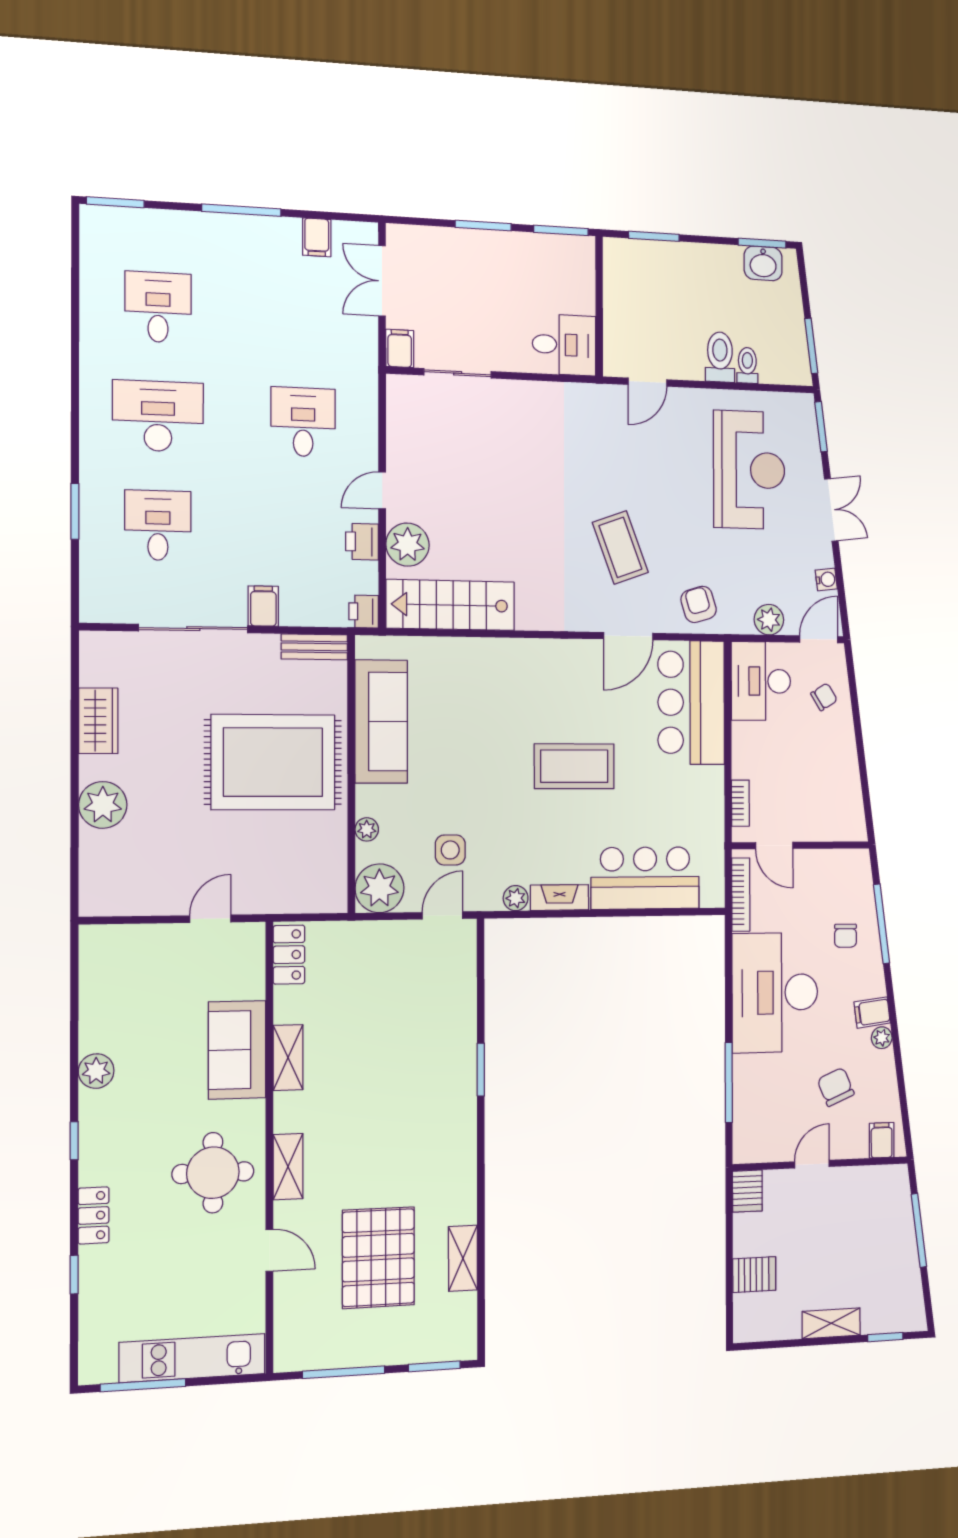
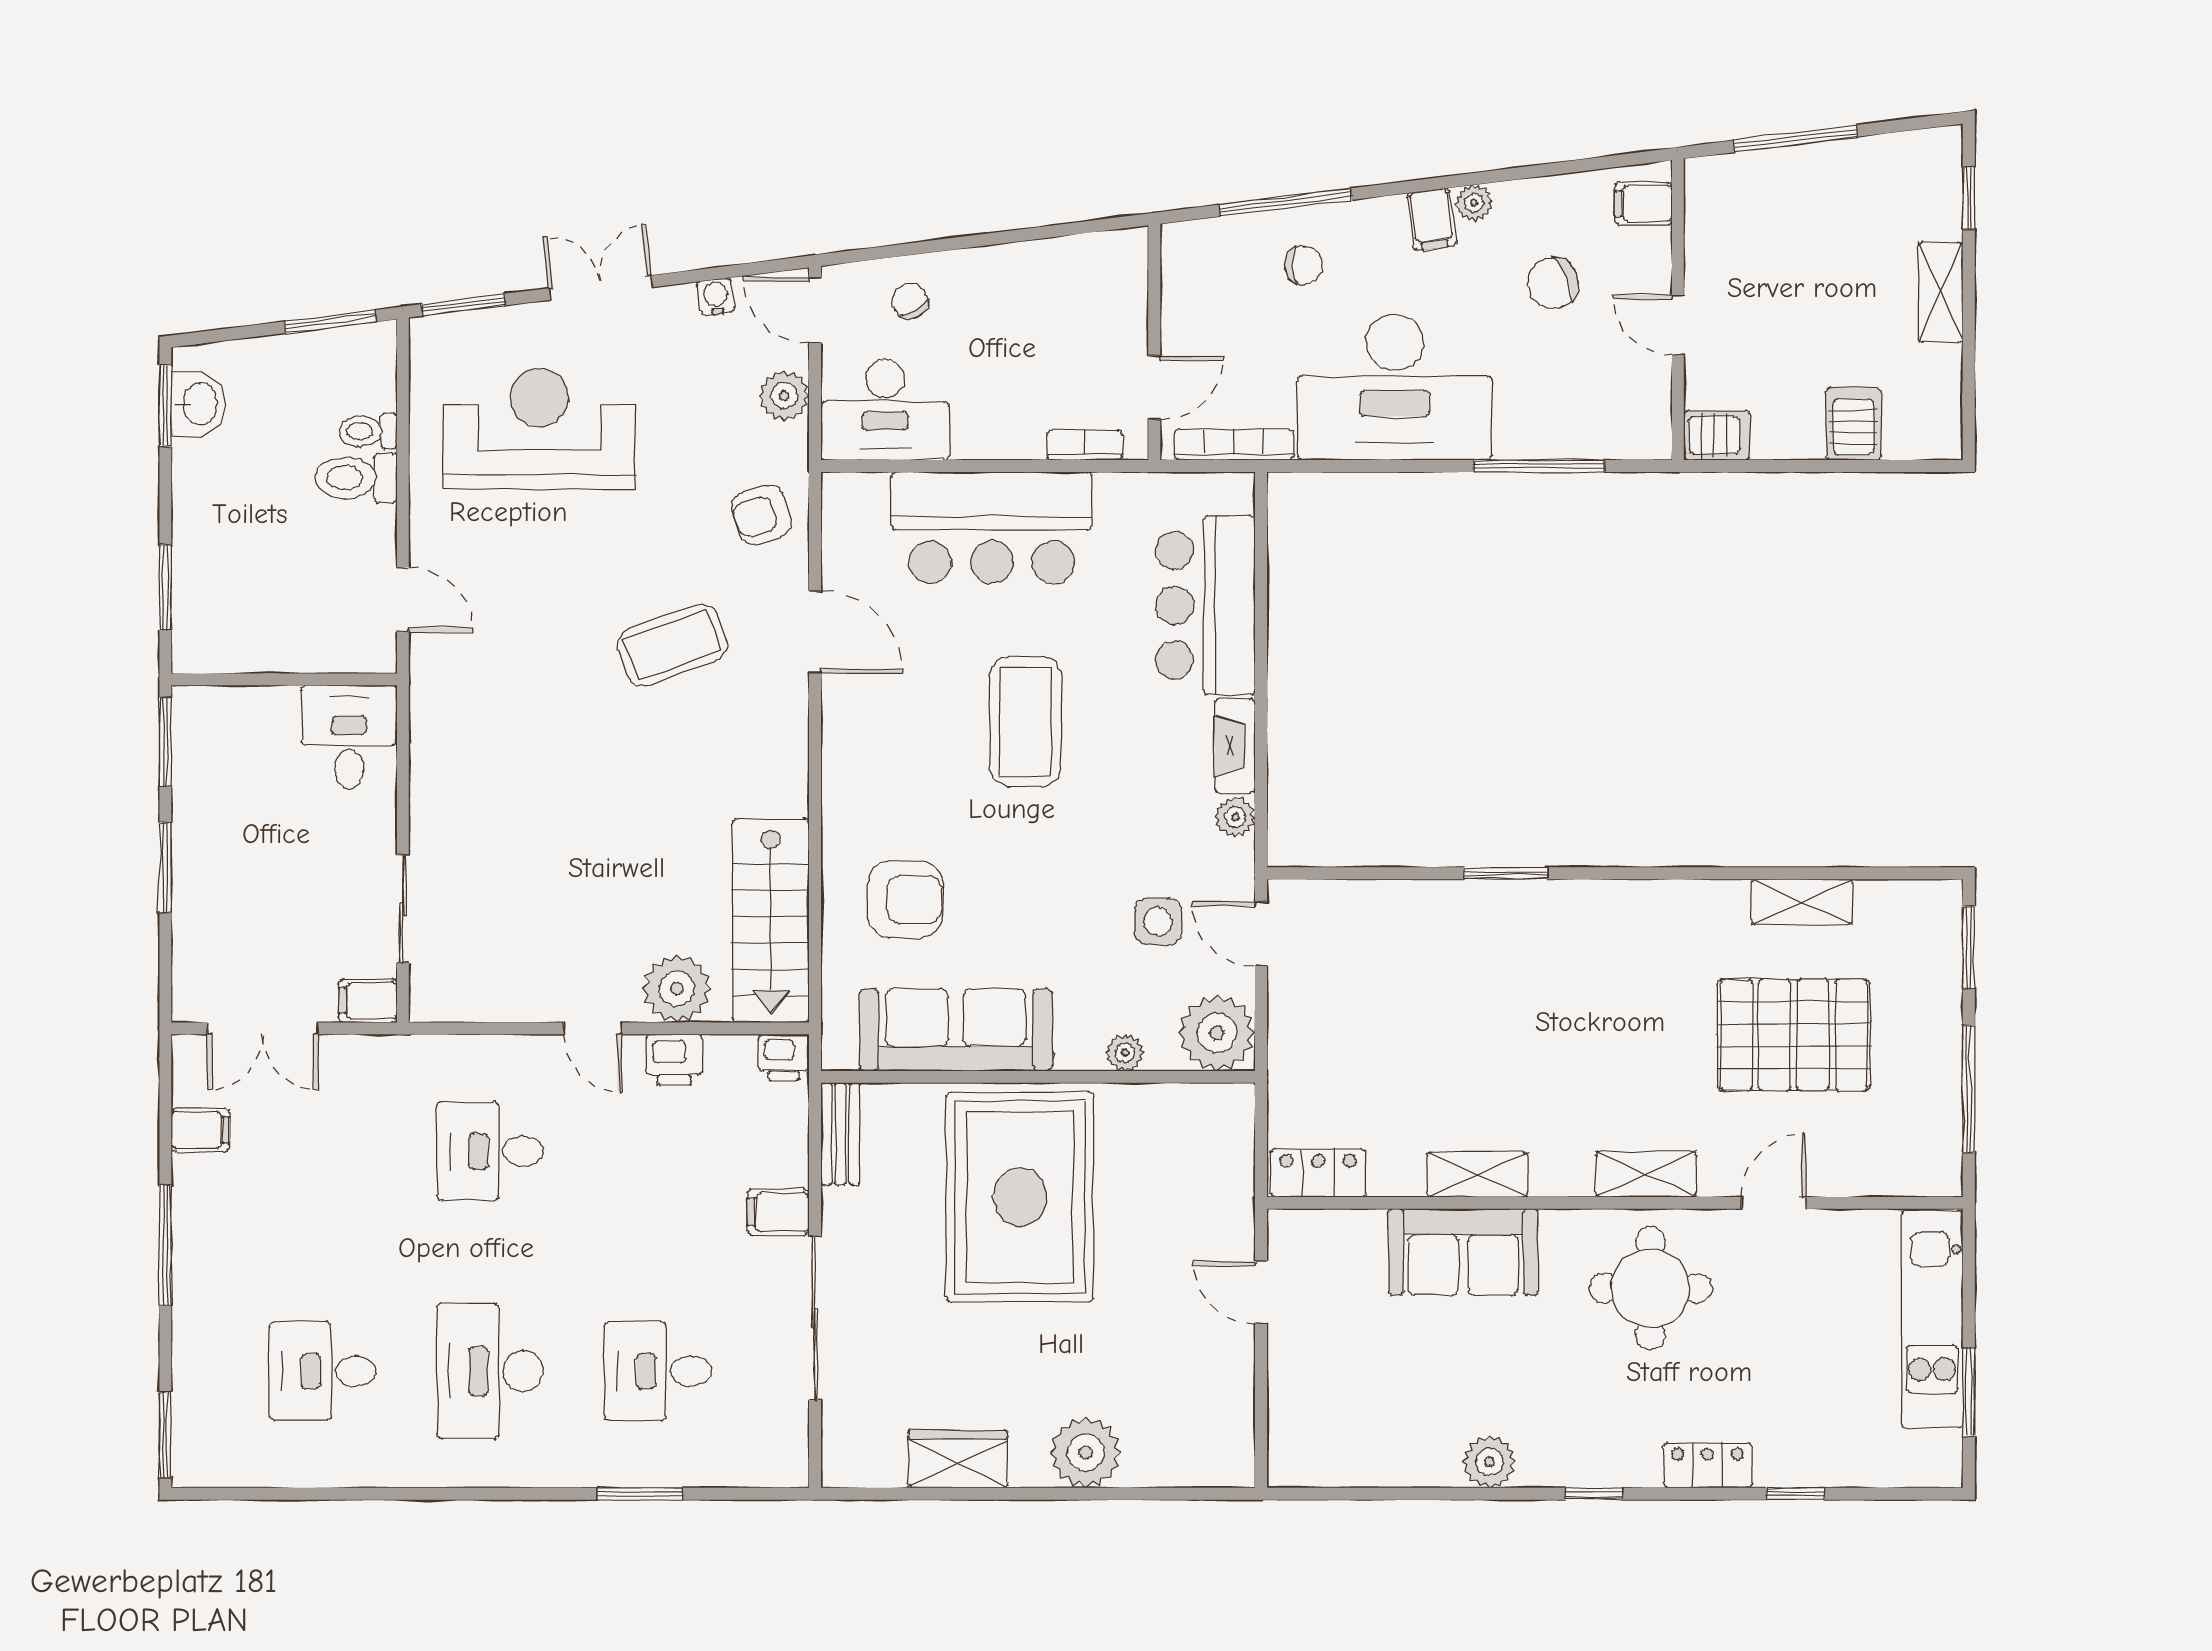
armchair: (464, 690) -> (905, 899), added
bar counter: (691, 702) -> (992, 528), moved
window: (143, 1385) -> (1969, 1392), width x0.69

